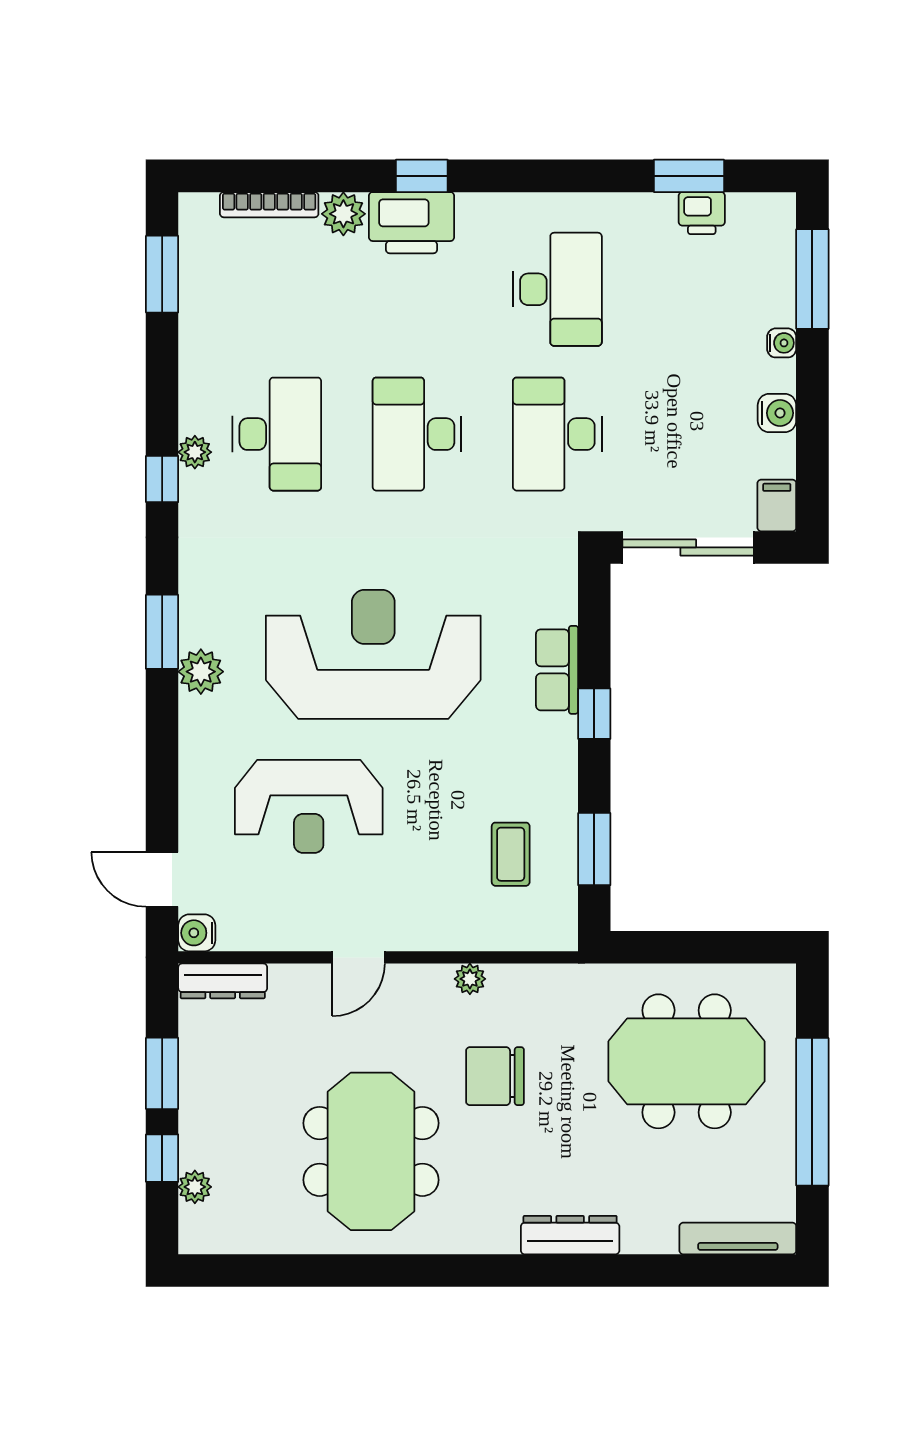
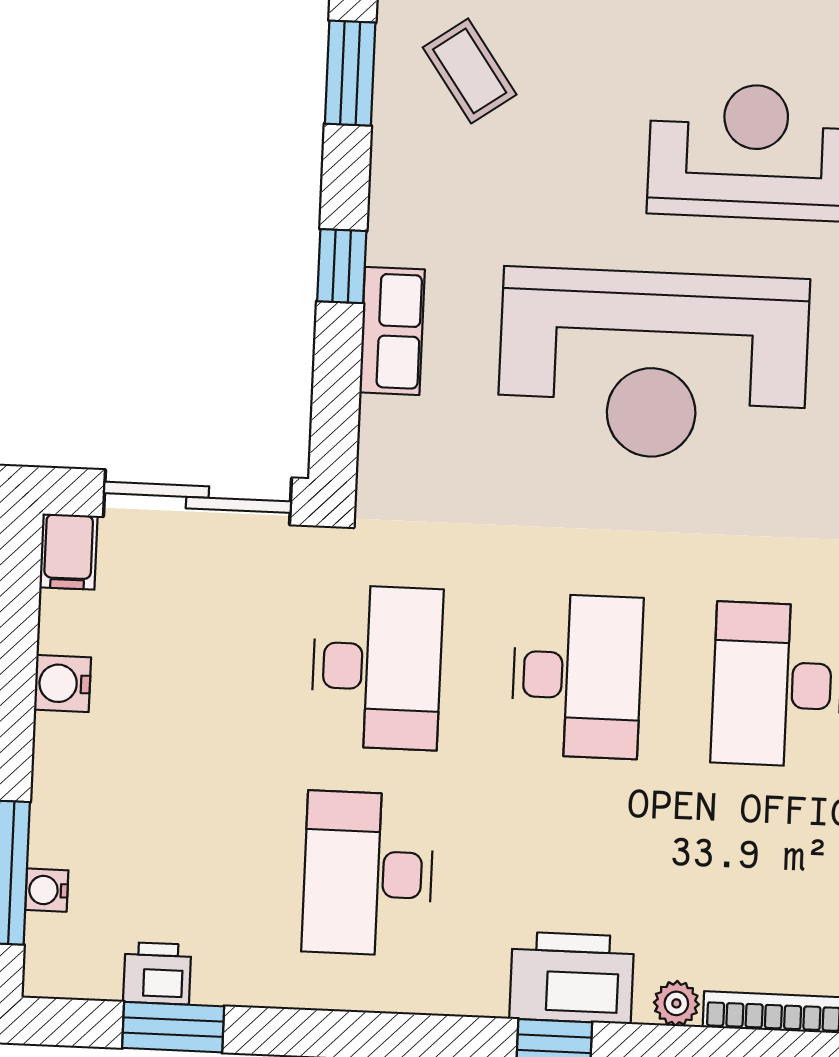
plant: (343, 214) -> (676, 1003), width x0.73, depth x0.73
water cooler: (782, 343) -> (47, 890), moved
coffee table: (511, 854) -> (470, 71), turned -35

